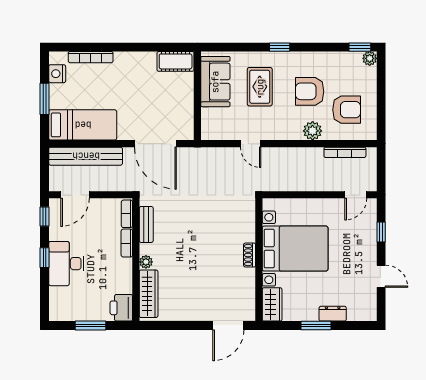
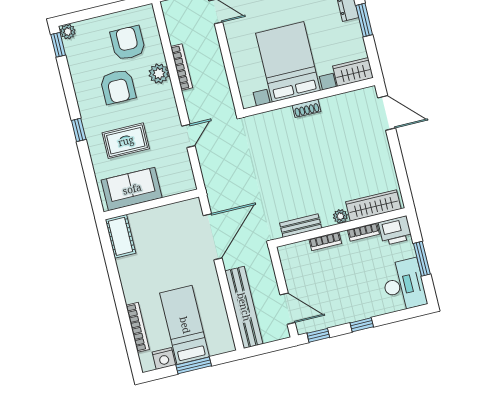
bed: (83, 125) -> (185, 325), moved
bookcase: (345, 152) -> (182, 67), moved
bookcase: (127, 214) -> (363, 232), moved
desk: (66, 264) -> (404, 285), moved, turned -90

